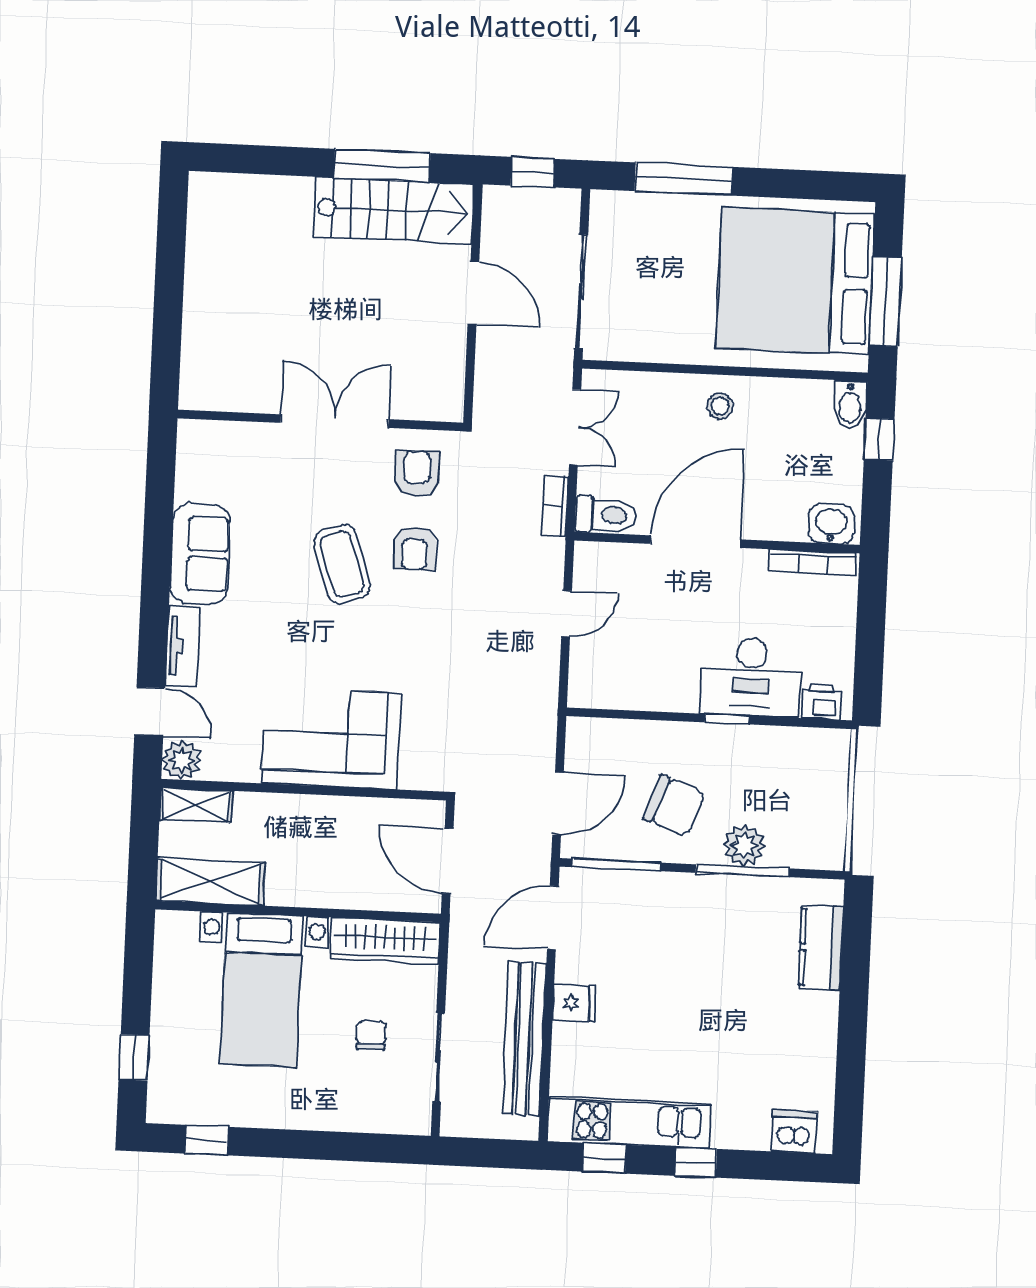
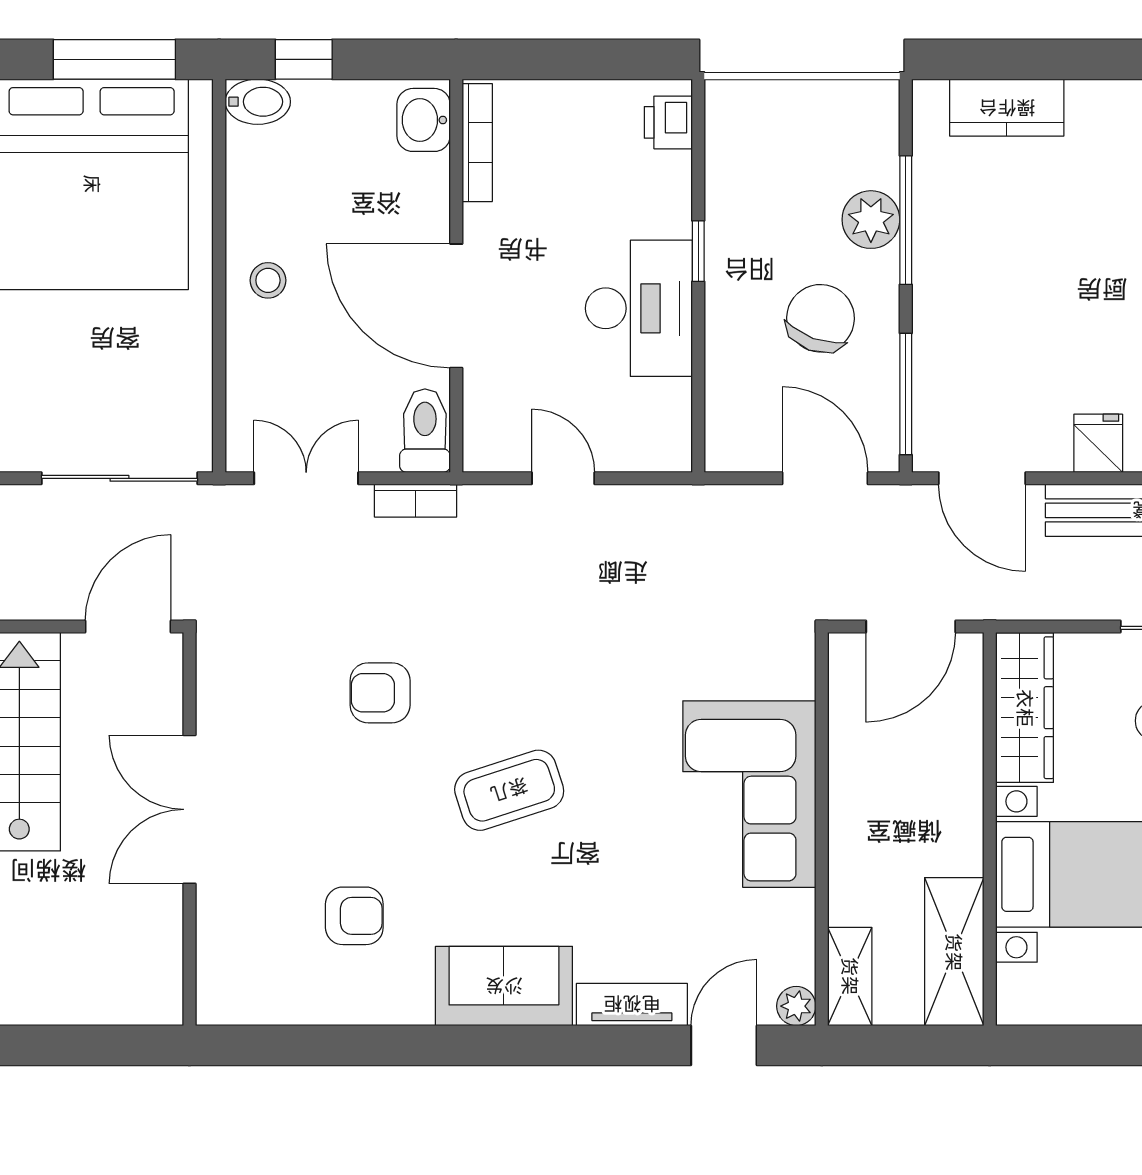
wall: (320, 420) -> (189, 829), moved
double door: (335, 421) -> (189, 809), moved
armchair: (415, 548) -> (354, 916), moved
desk: (751, 677) -> (639, 308), moved
plant: (182, 760) -> (796, 1006), width x0.73, depth x0.73

